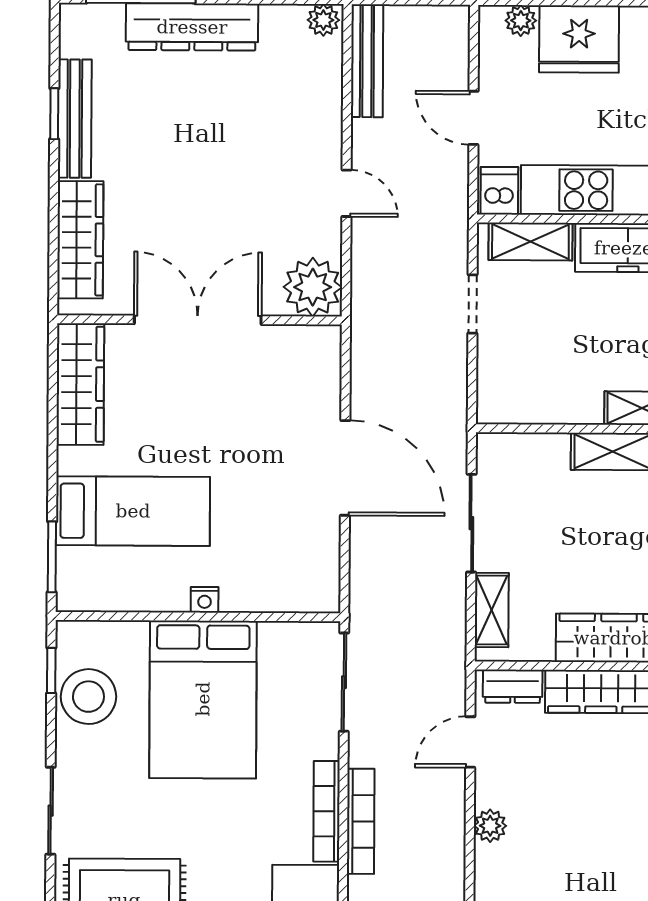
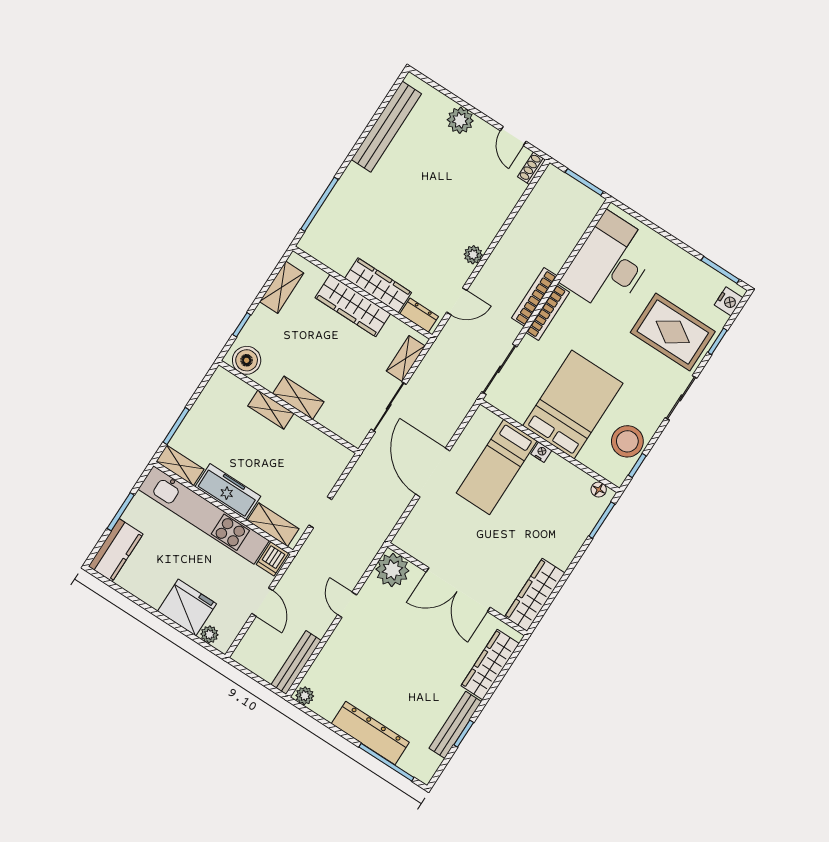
bed: (133, 511) -> (497, 467), moved, turned -90
floor lamp: (85, 599) -> (599, 490), added

